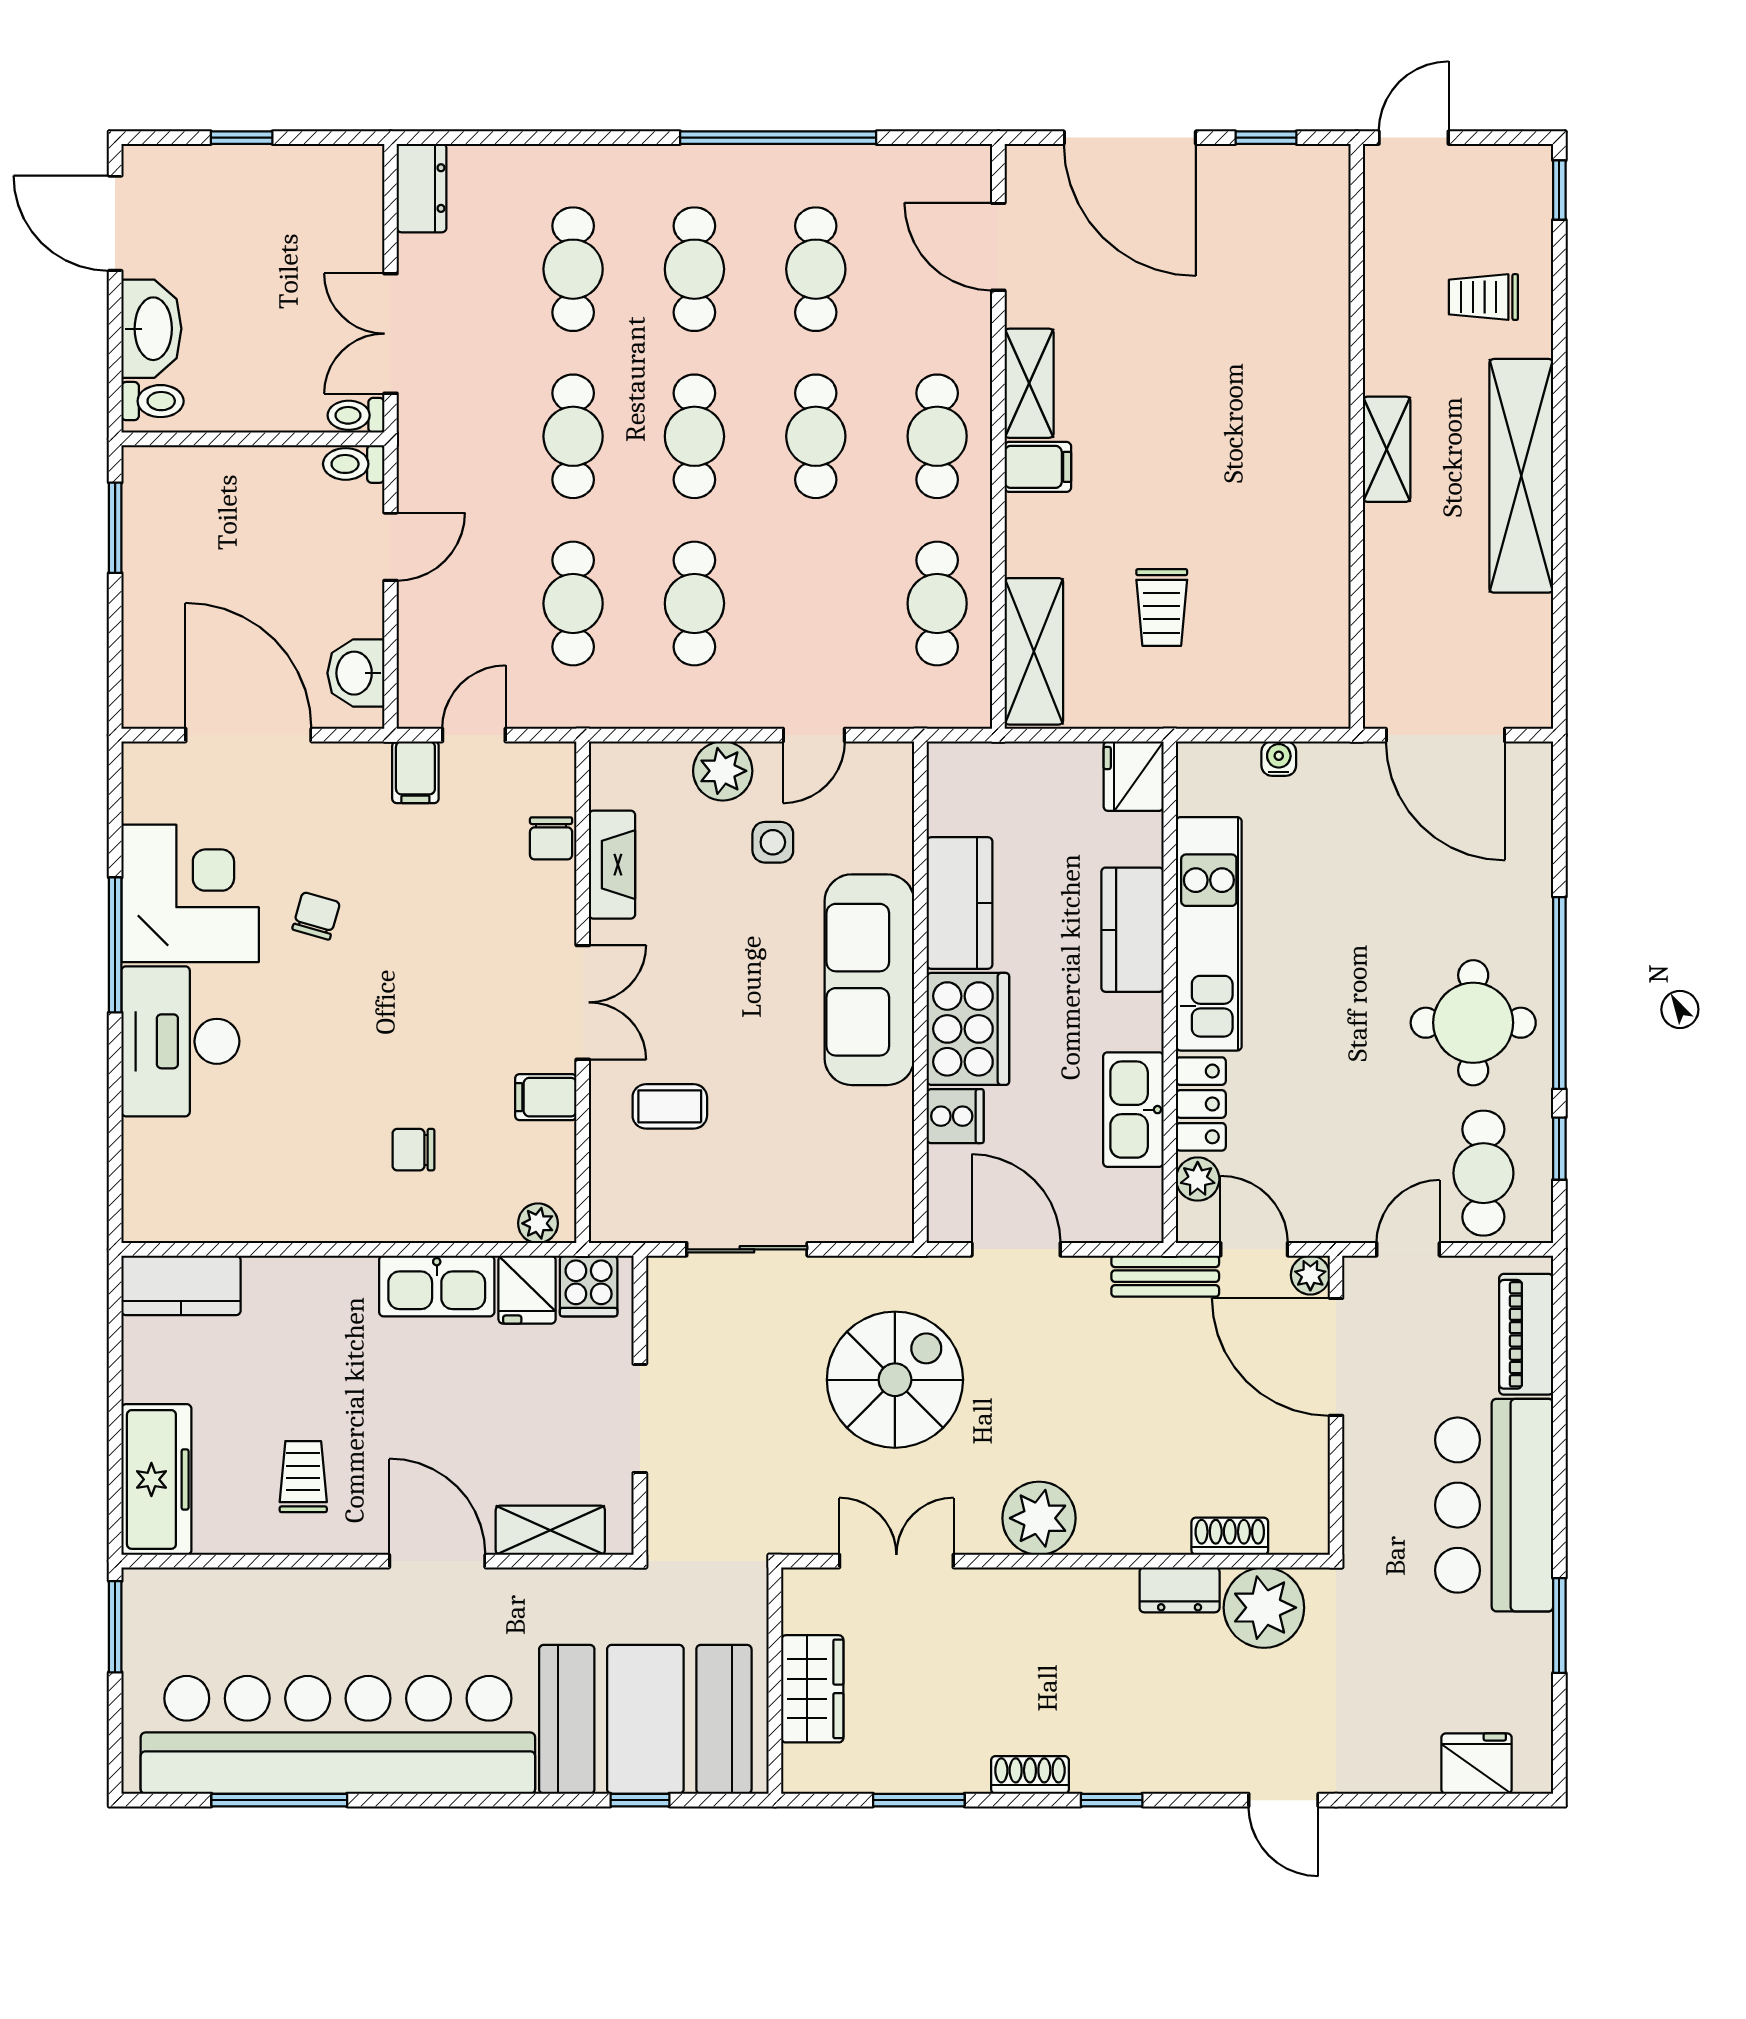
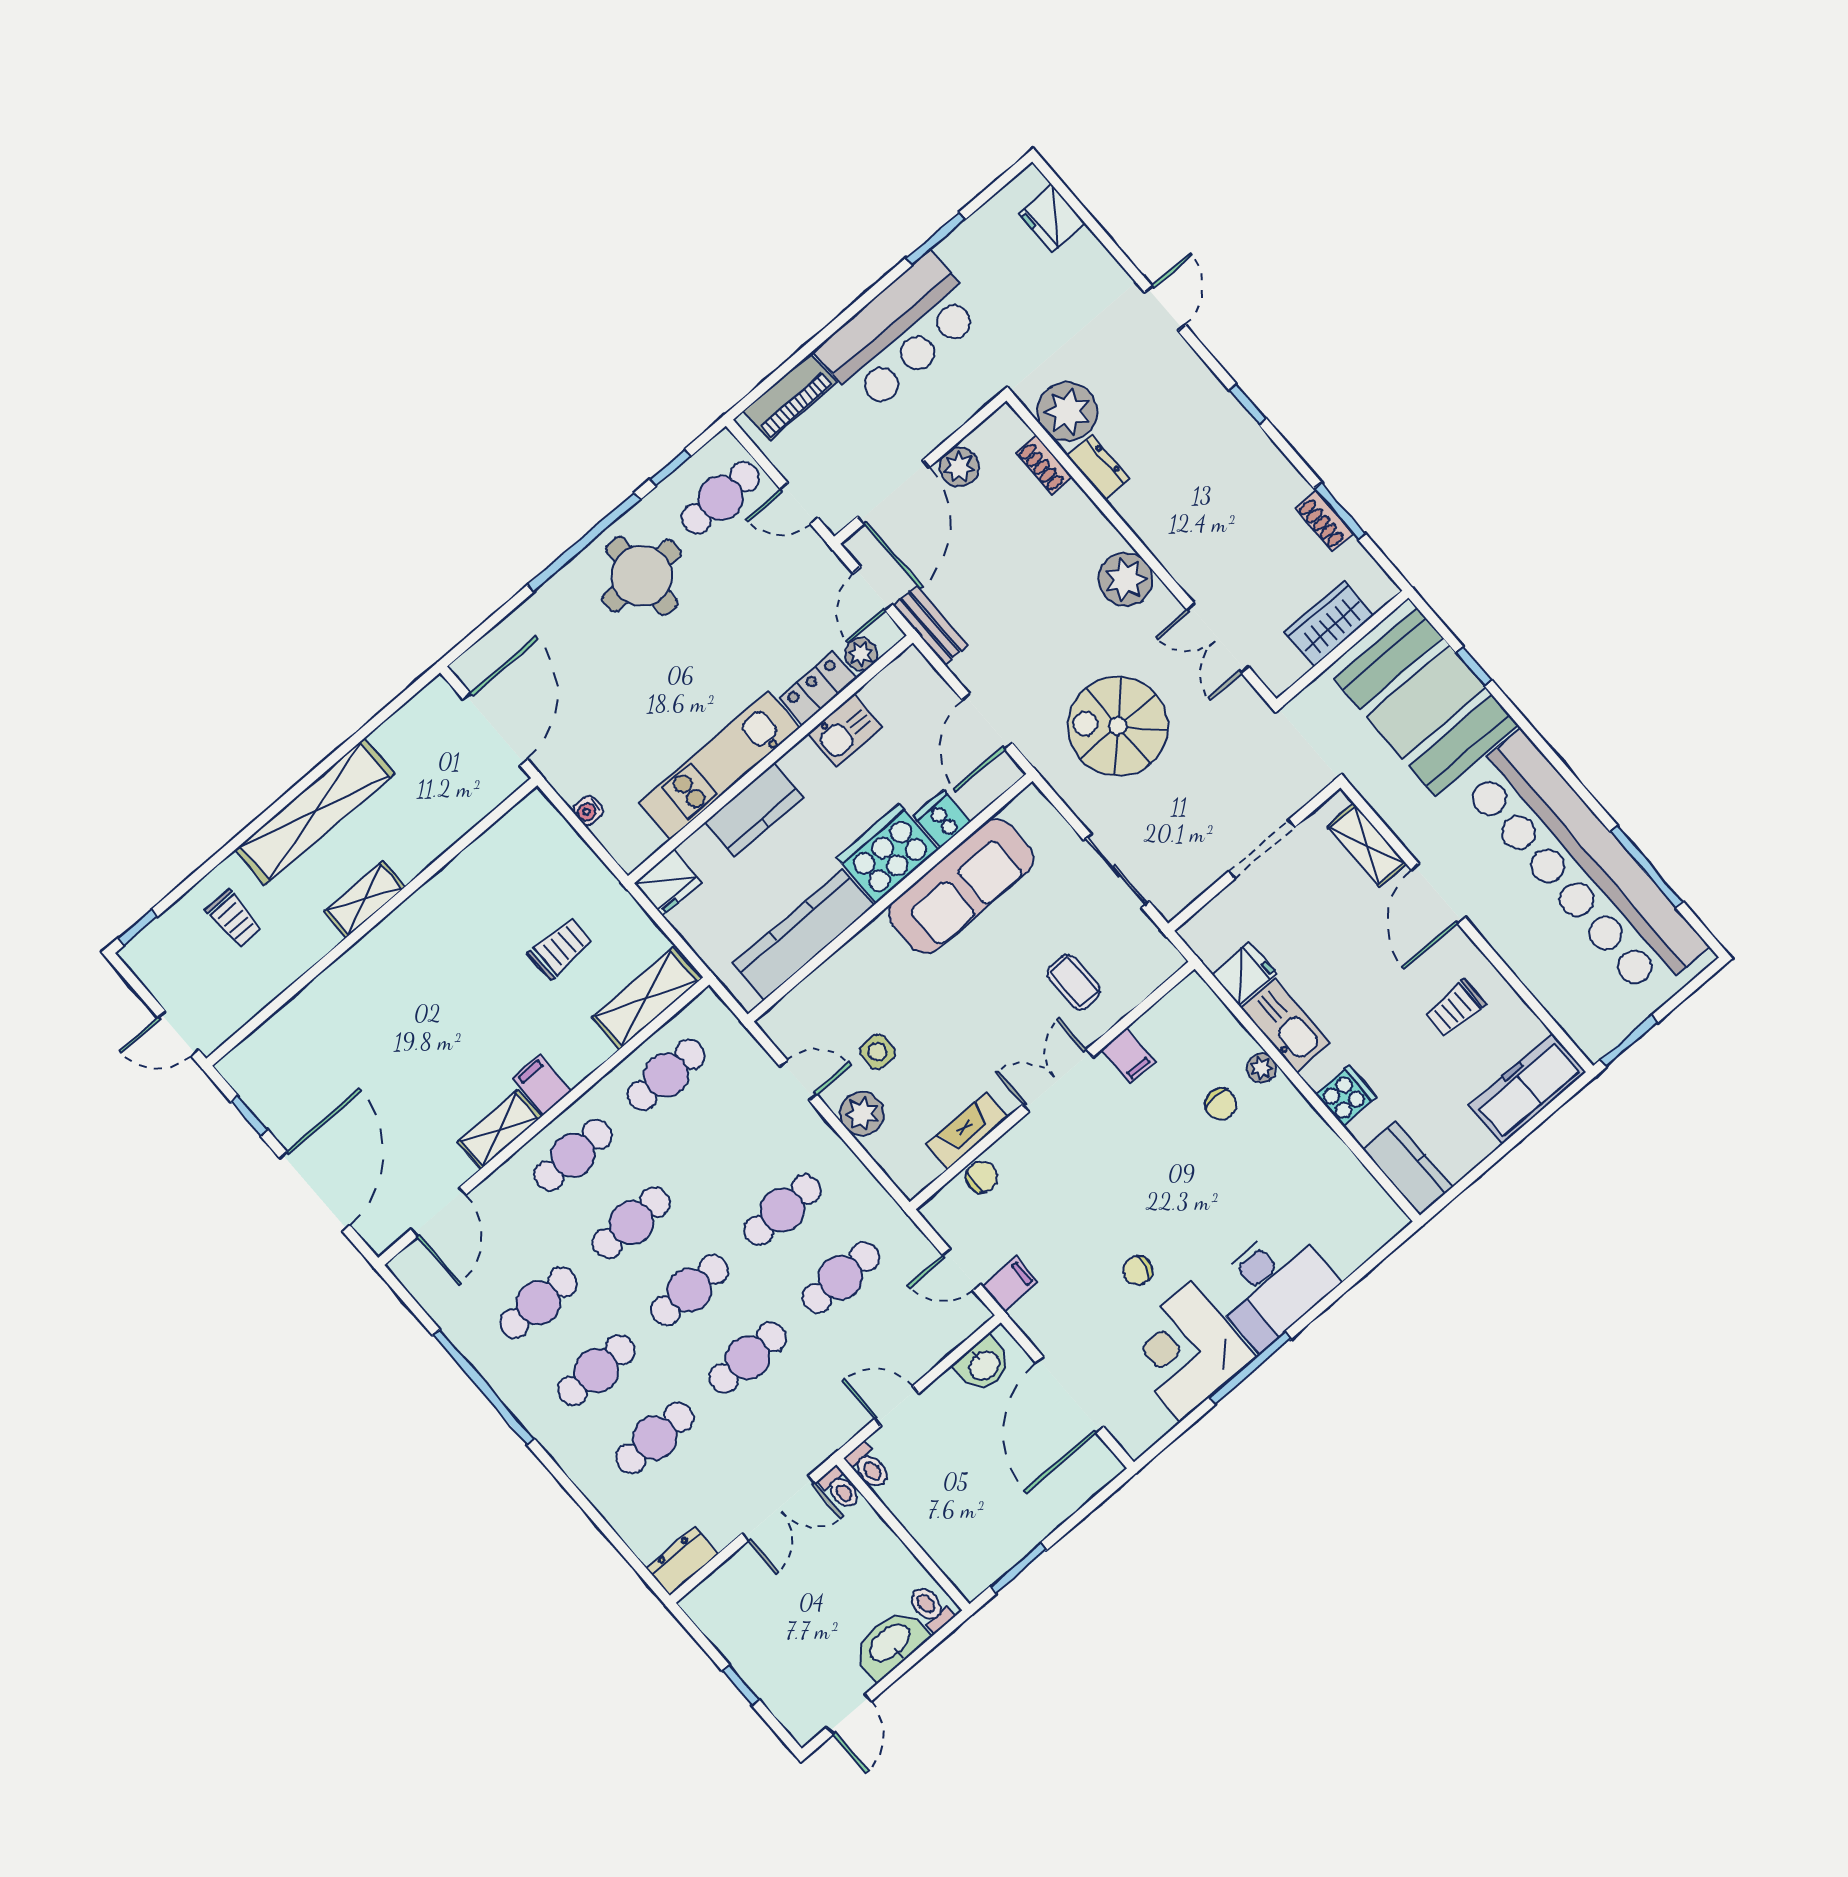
door: (115, 223) -> (849, 1714), width x0.73
kitchen counter: (960, 903) -> (803, 935), width x1.50
sofa: (869, 980) -> (961, 886), moved
kitchen sink: (1133, 1110) -> (844, 731), width x0.73
plant: (538, 1223) -> (1261, 1068), moved
plant: (1310, 1275) -> (959, 467), moved, width x1.38, depth x1.38
cooker: (589, 1286) -> (1346, 1096), moved
shoe rack: (1030, 1775) -> (1324, 521), moved

